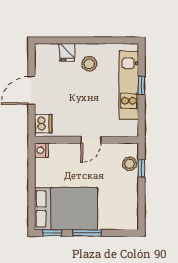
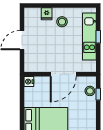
dishwasher: (43, 124) -> (30, 63), removed
door: (91, 140) -> (63, 74), width x1.88

